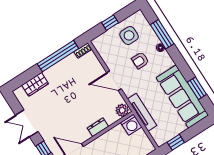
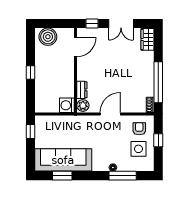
armchair: (140, 60) -> (139, 129), moved
wardrobe: (35, 84) -> (147, 39), moved
tv unit: (142, 112) -> (71, 120), removed
double door: (27, 123) -> (121, 23), swing flipped
dresser: (98, 127) -> (82, 90), moved

